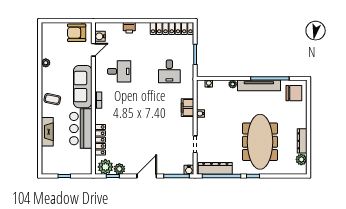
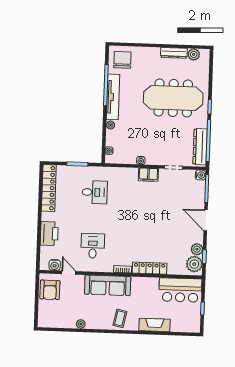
printer: (129, 28) -> (49, 234), width x1.87, depth x1.48
filing cabinet: (188, 108) -> (148, 175), moved
bar counter: (81, 129) -> (180, 290), moved
locker: (100, 140) -> (150, 268), moved

